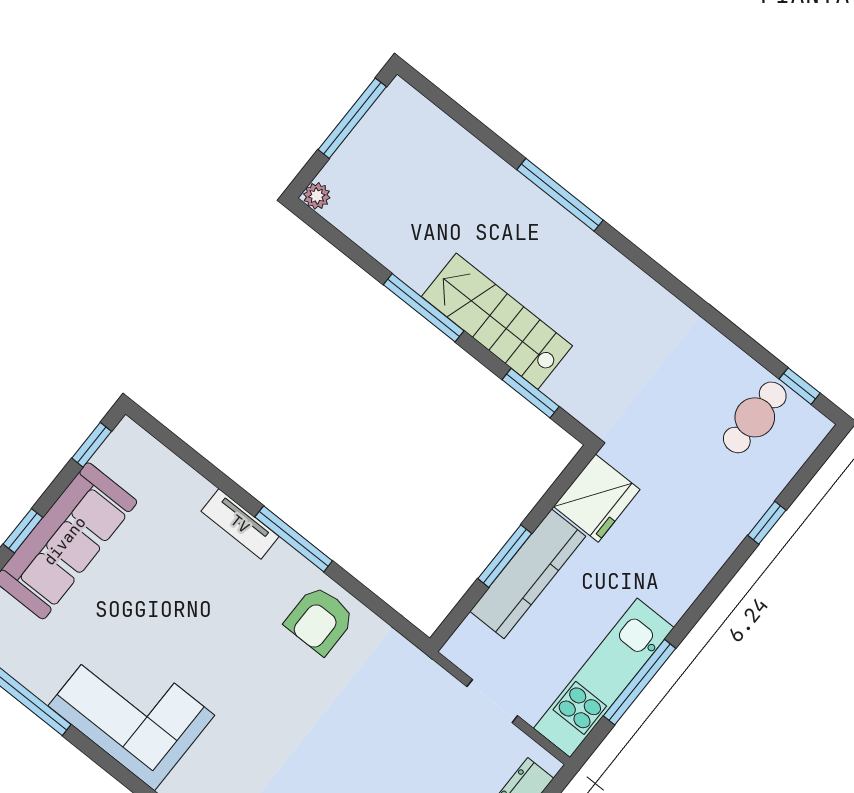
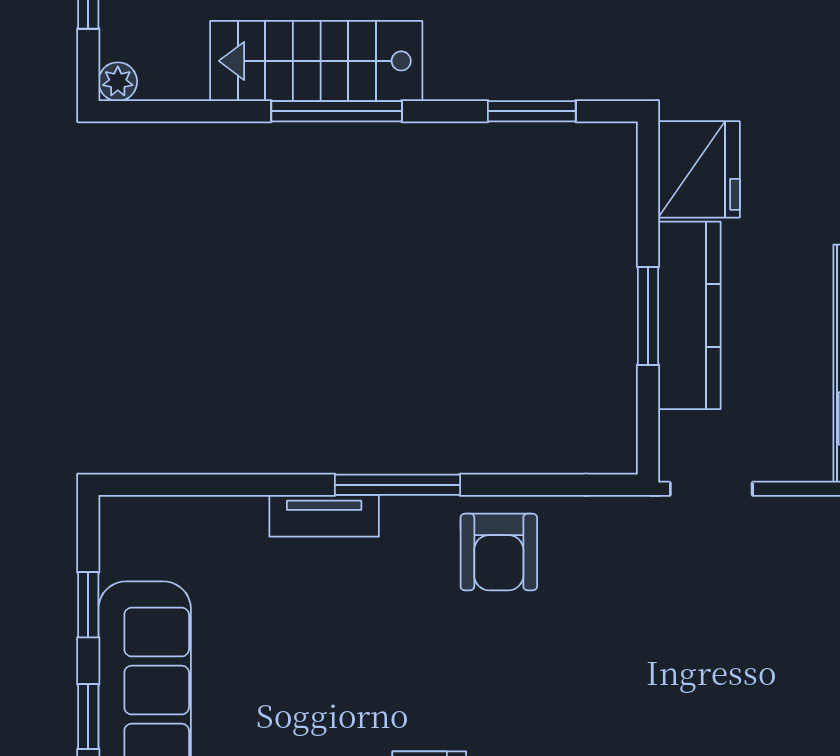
stairs: (497, 321) -> (316, 61), moved
window: (92, 445) -> (88, 605), moved
doorway: (492, 701) -> (711, 489), moved

